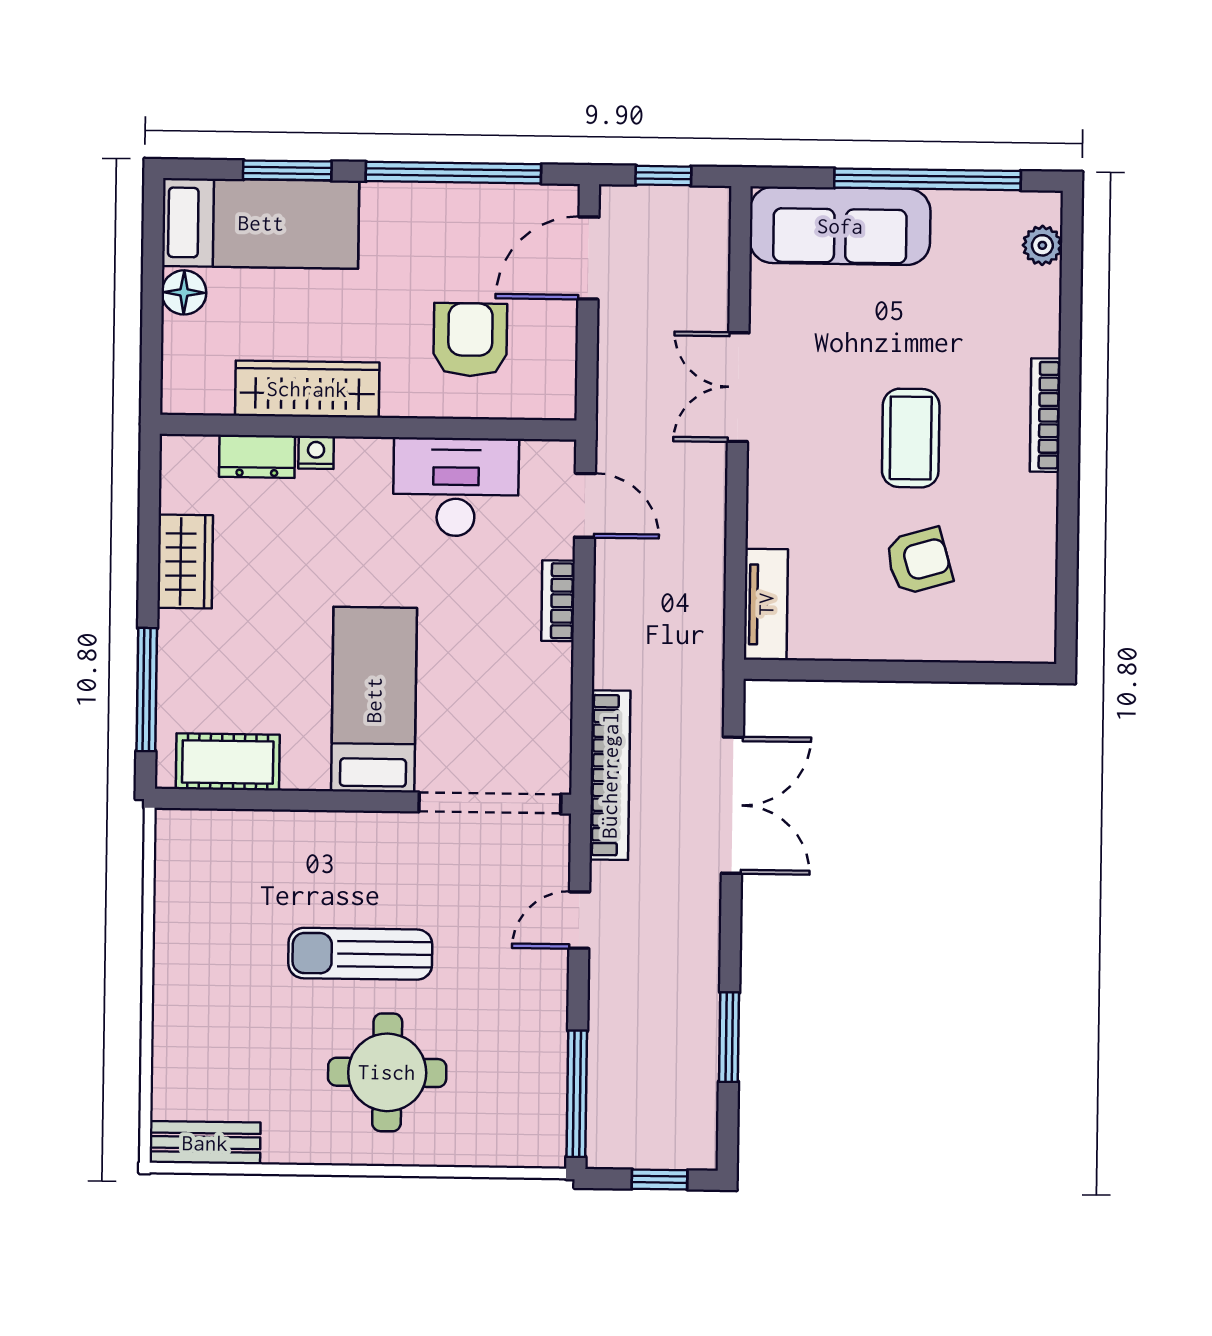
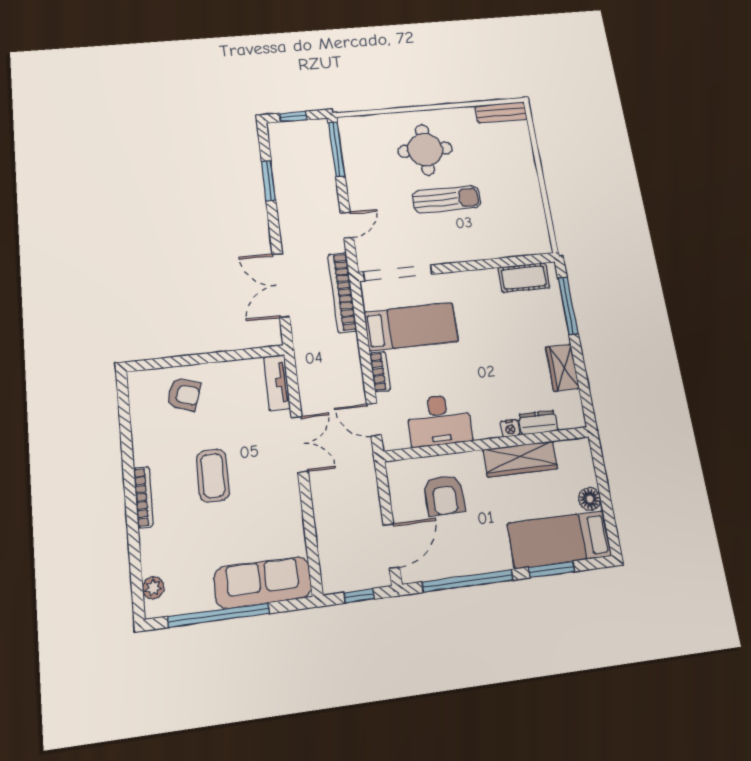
double door: (738, 387) -> (300, 444), moved
armchair: (919, 561) -> (184, 394), moved, turned -146
bed: (374, 700) -> (411, 327), moved, turned -90

